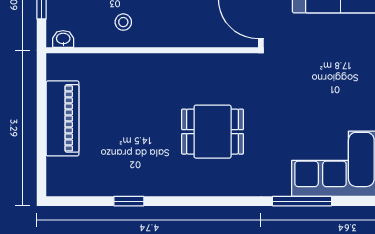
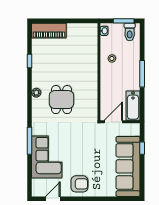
piano: (63, 118) -> (49, 31), moved
plant: (198, 187) -> (36, 93), added

